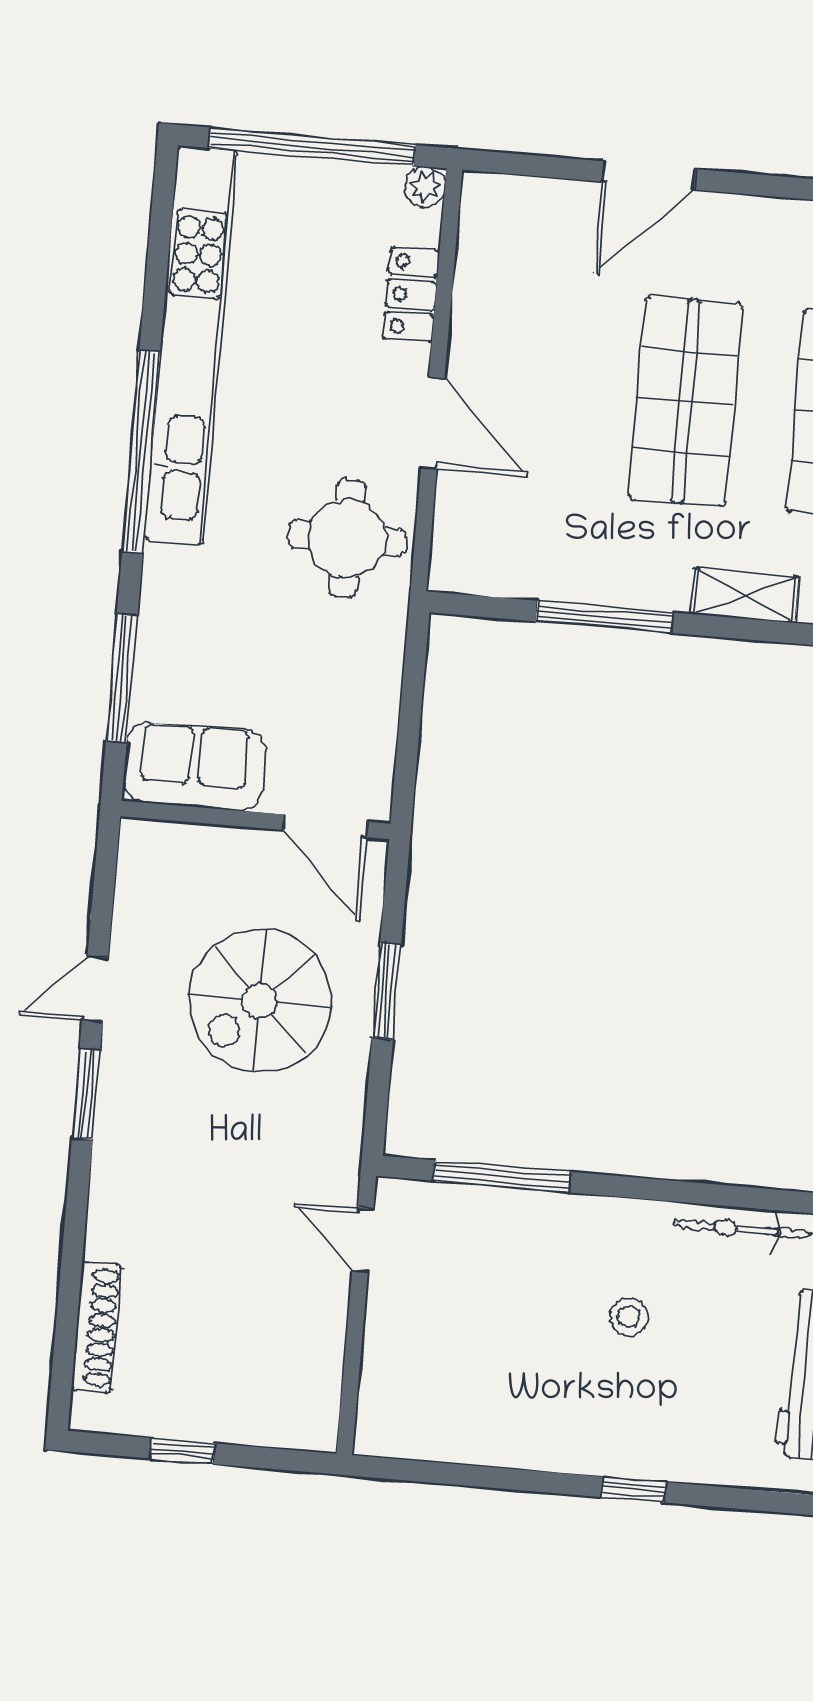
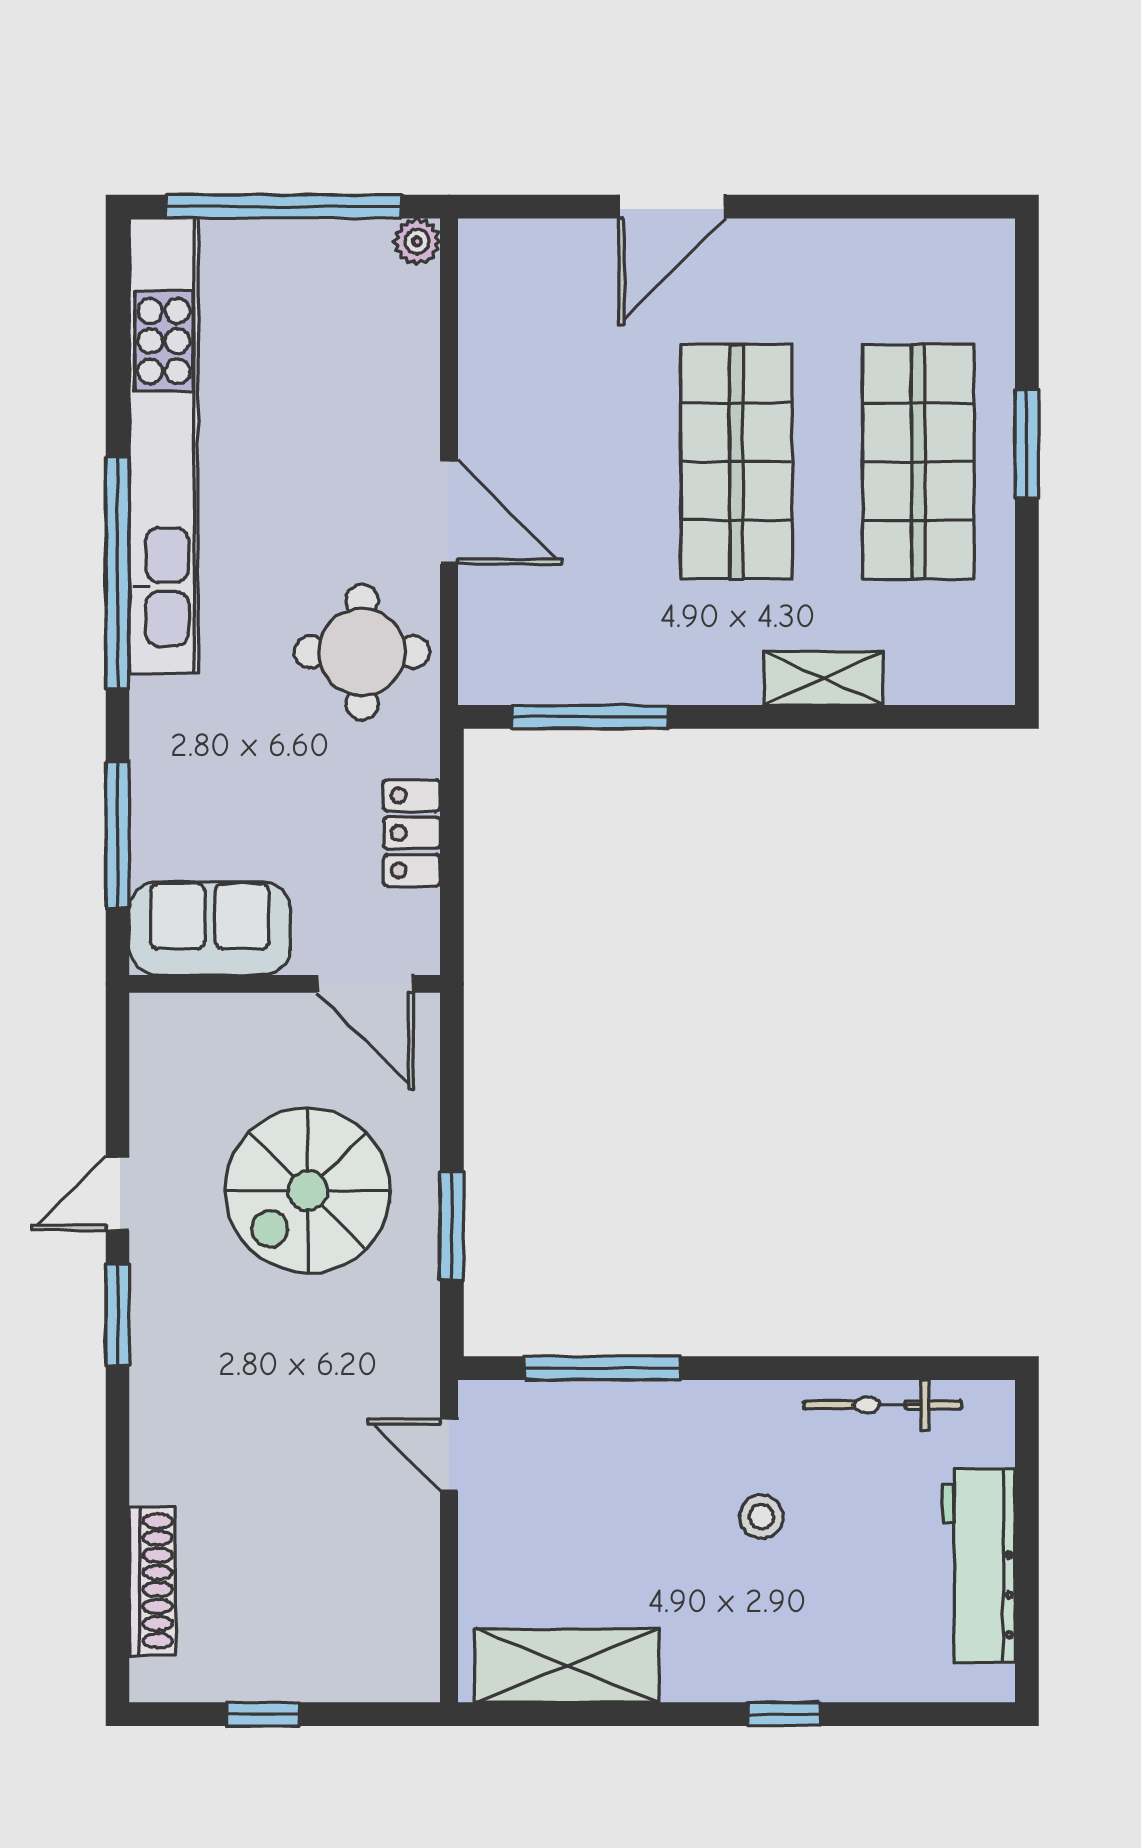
locker: (411, 295) -> (412, 833), moved
window: (604, 617) -> (590, 717), moved
window: (387, 991) -> (452, 1226), moved
shelving: (449, 1431) -> (567, 1666), added

